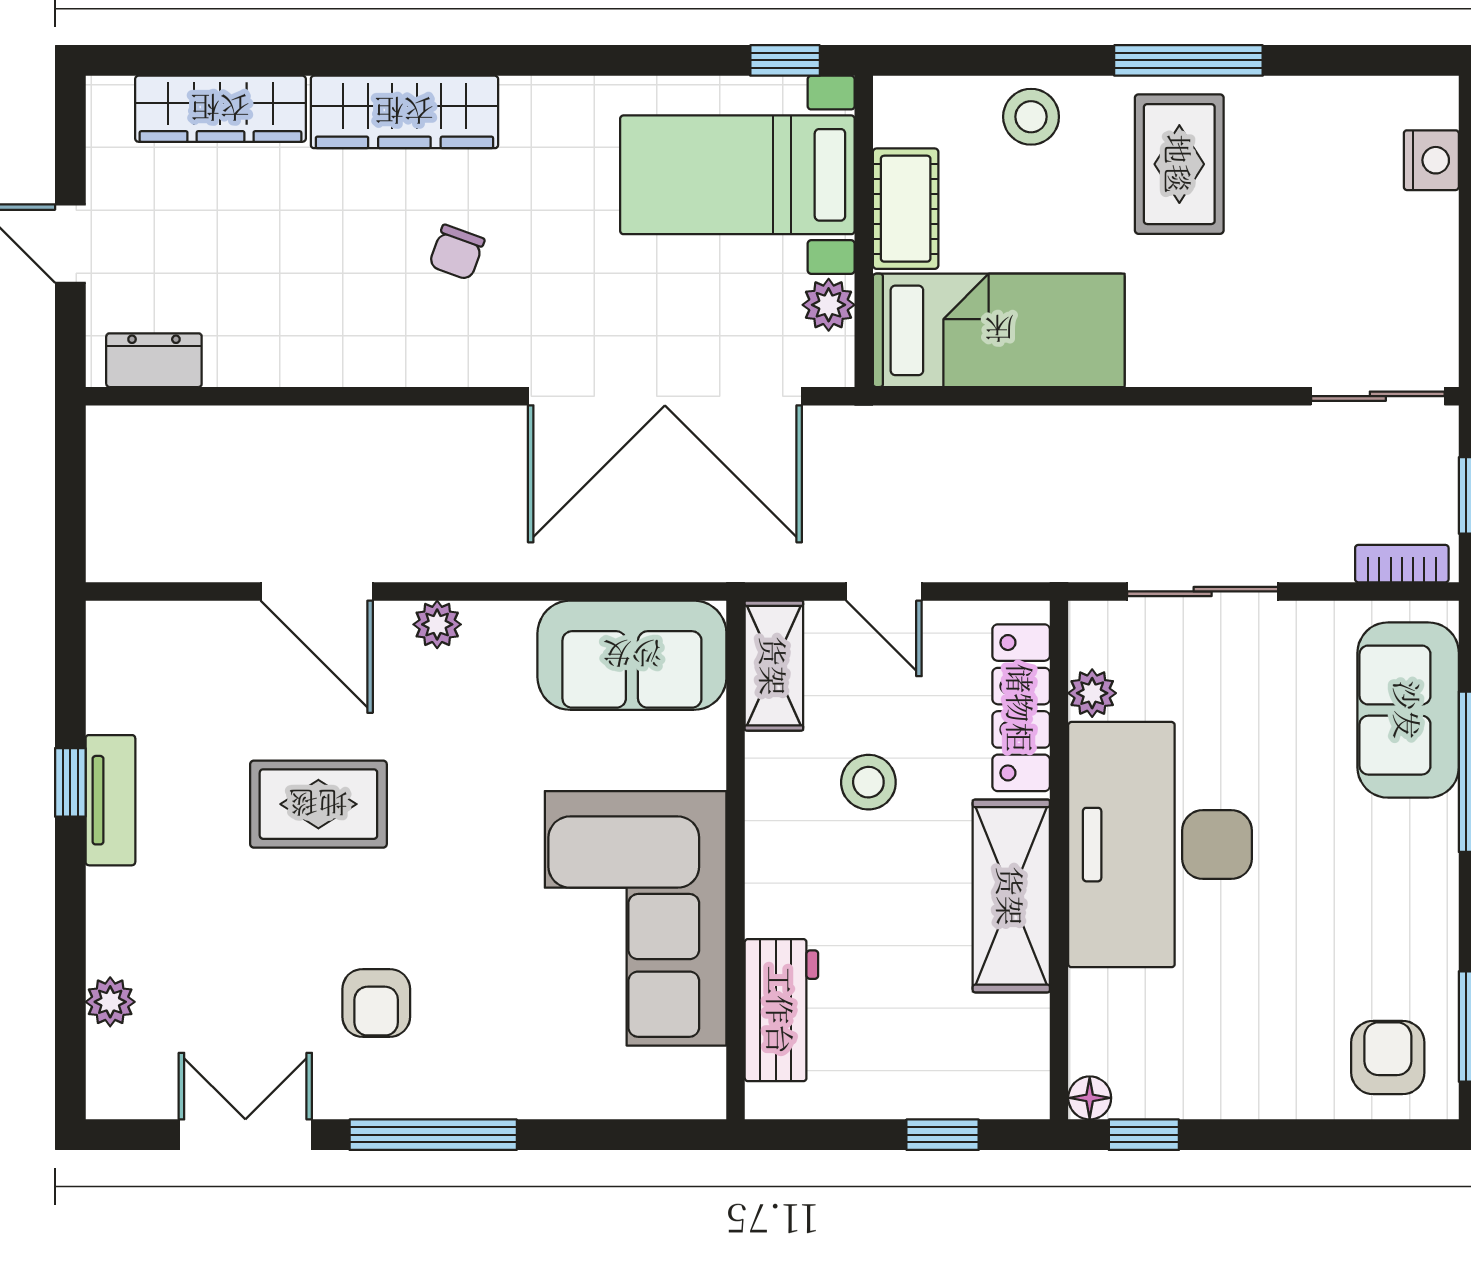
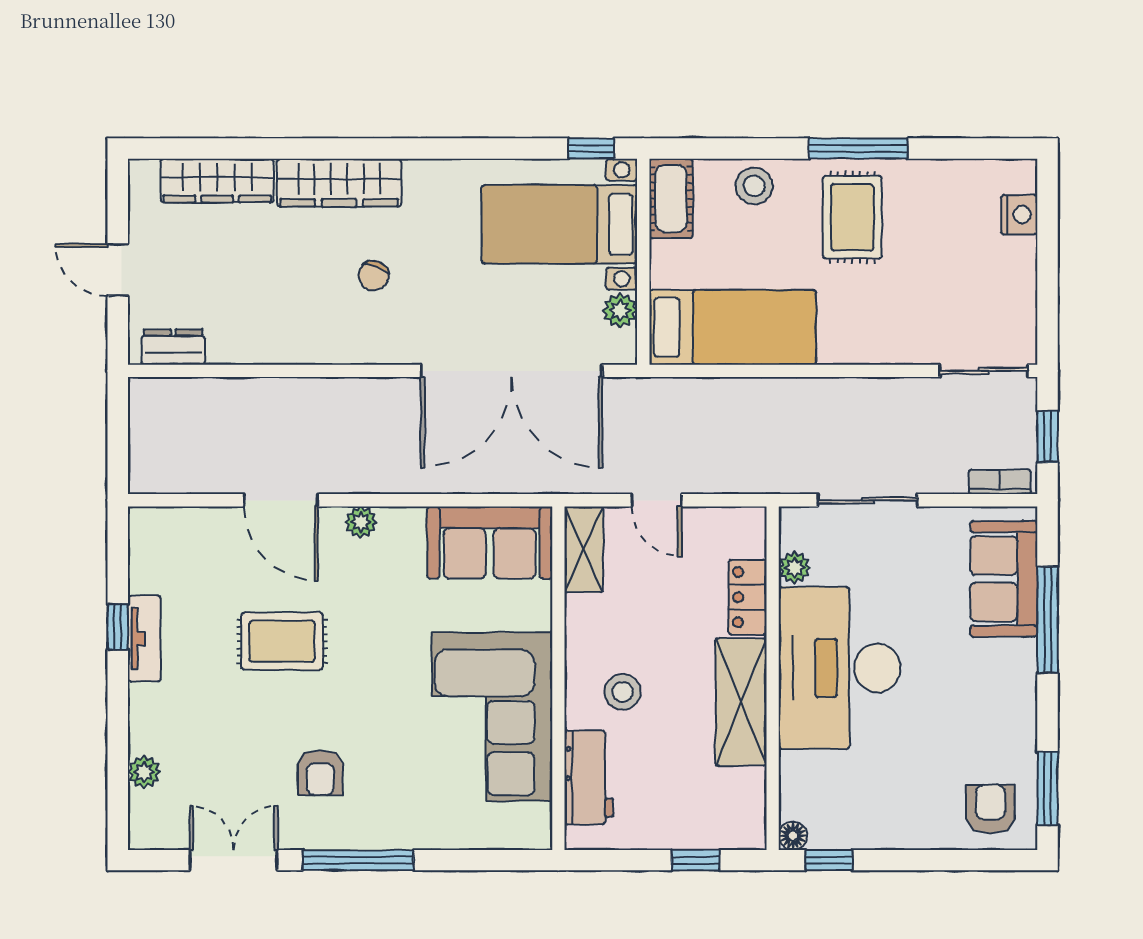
cot: (906, 209) -> (671, 199), moved
locker: (1021, 708) -> (748, 597), width x0.66
stool: (868, 782) -> (623, 692), moved

